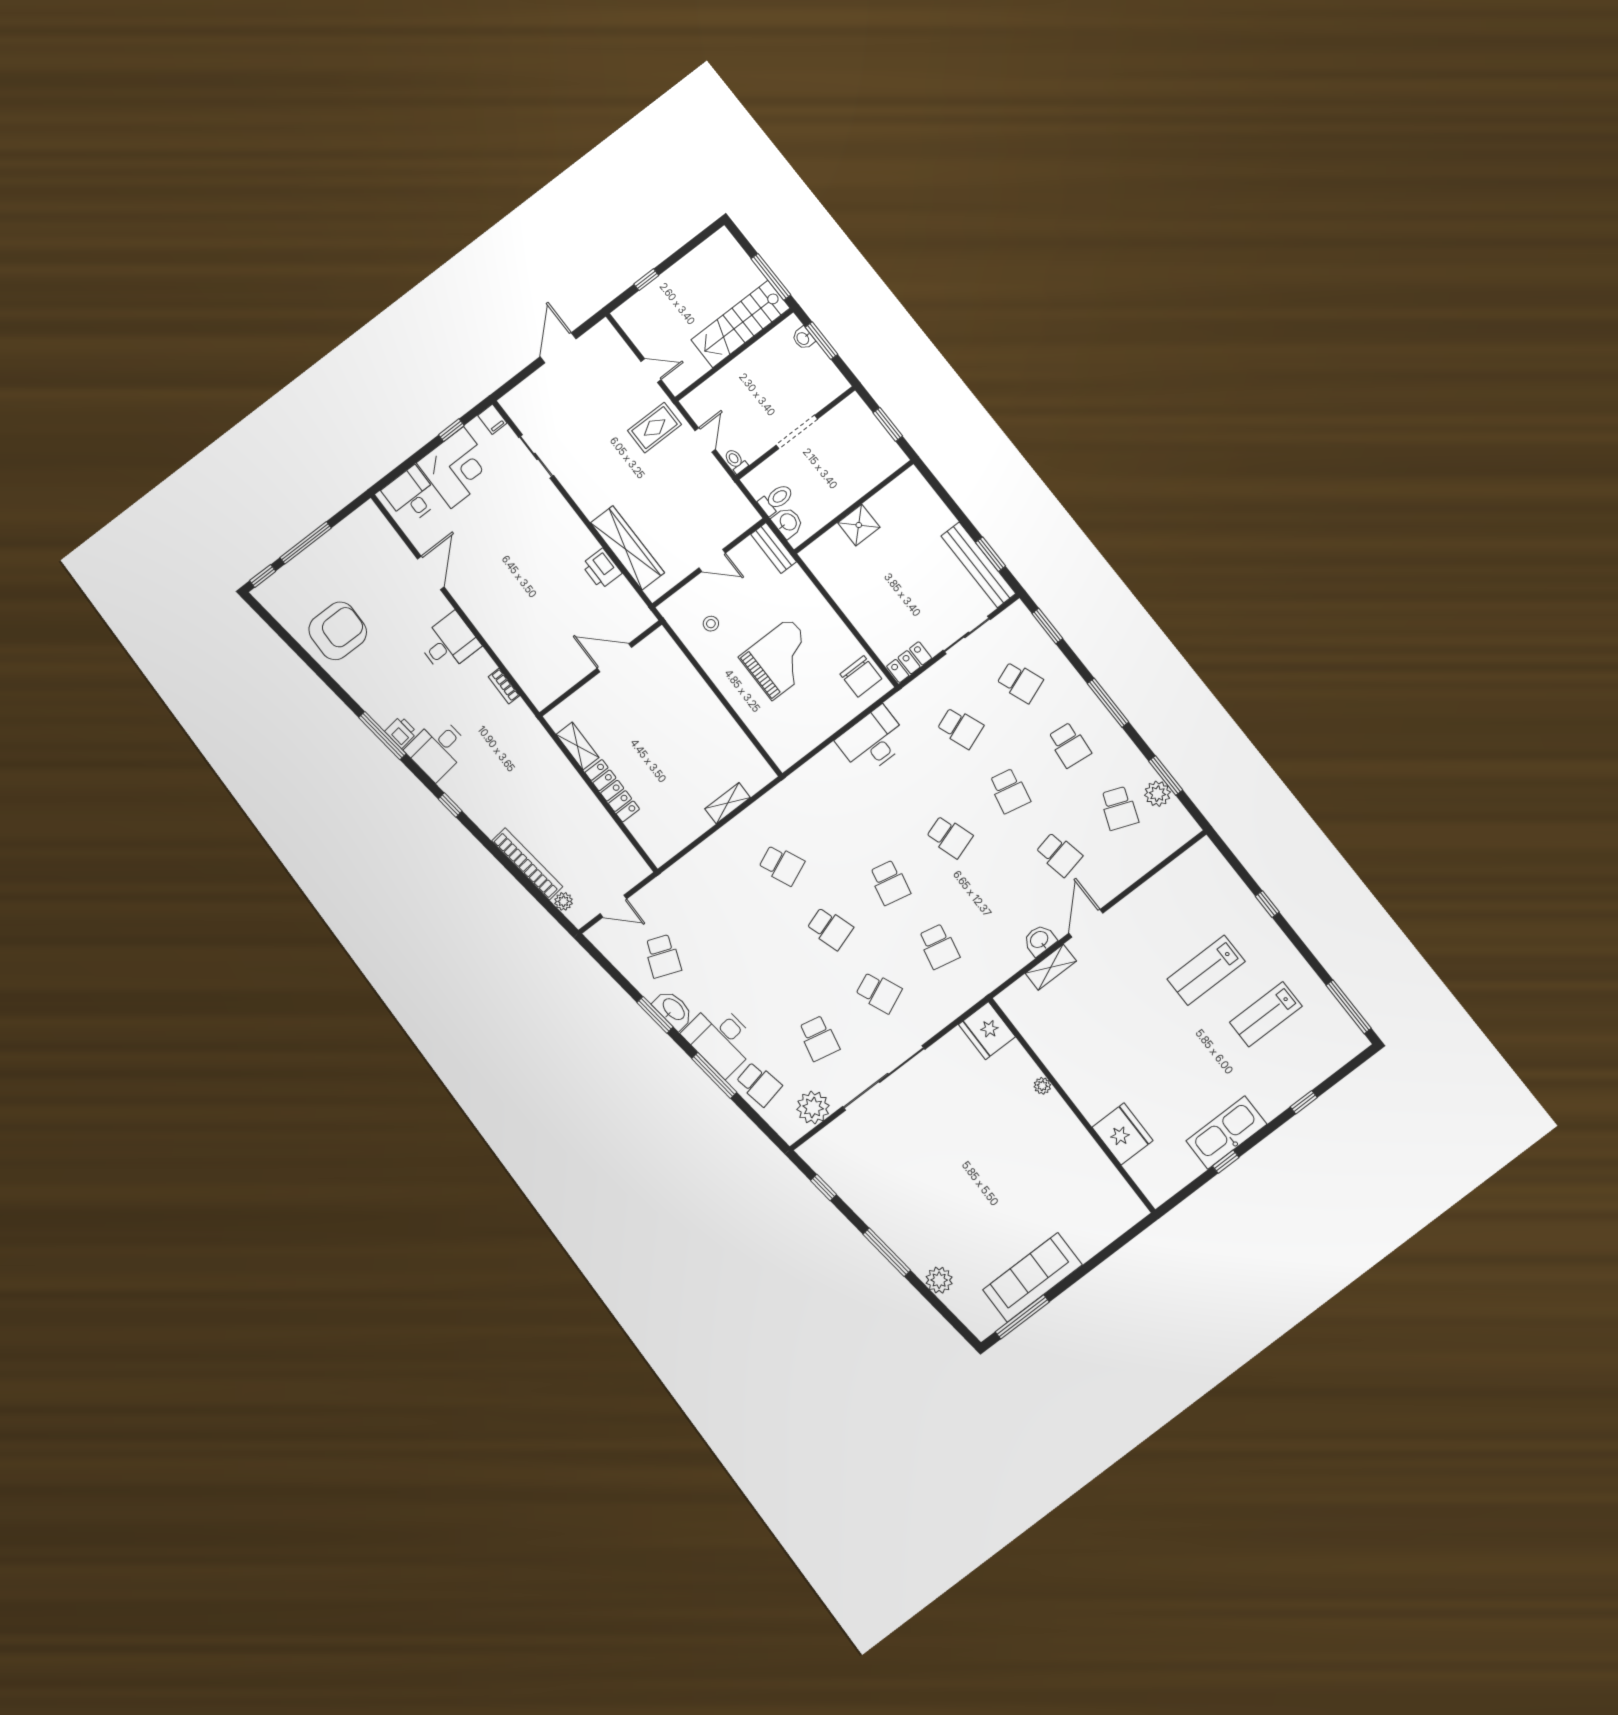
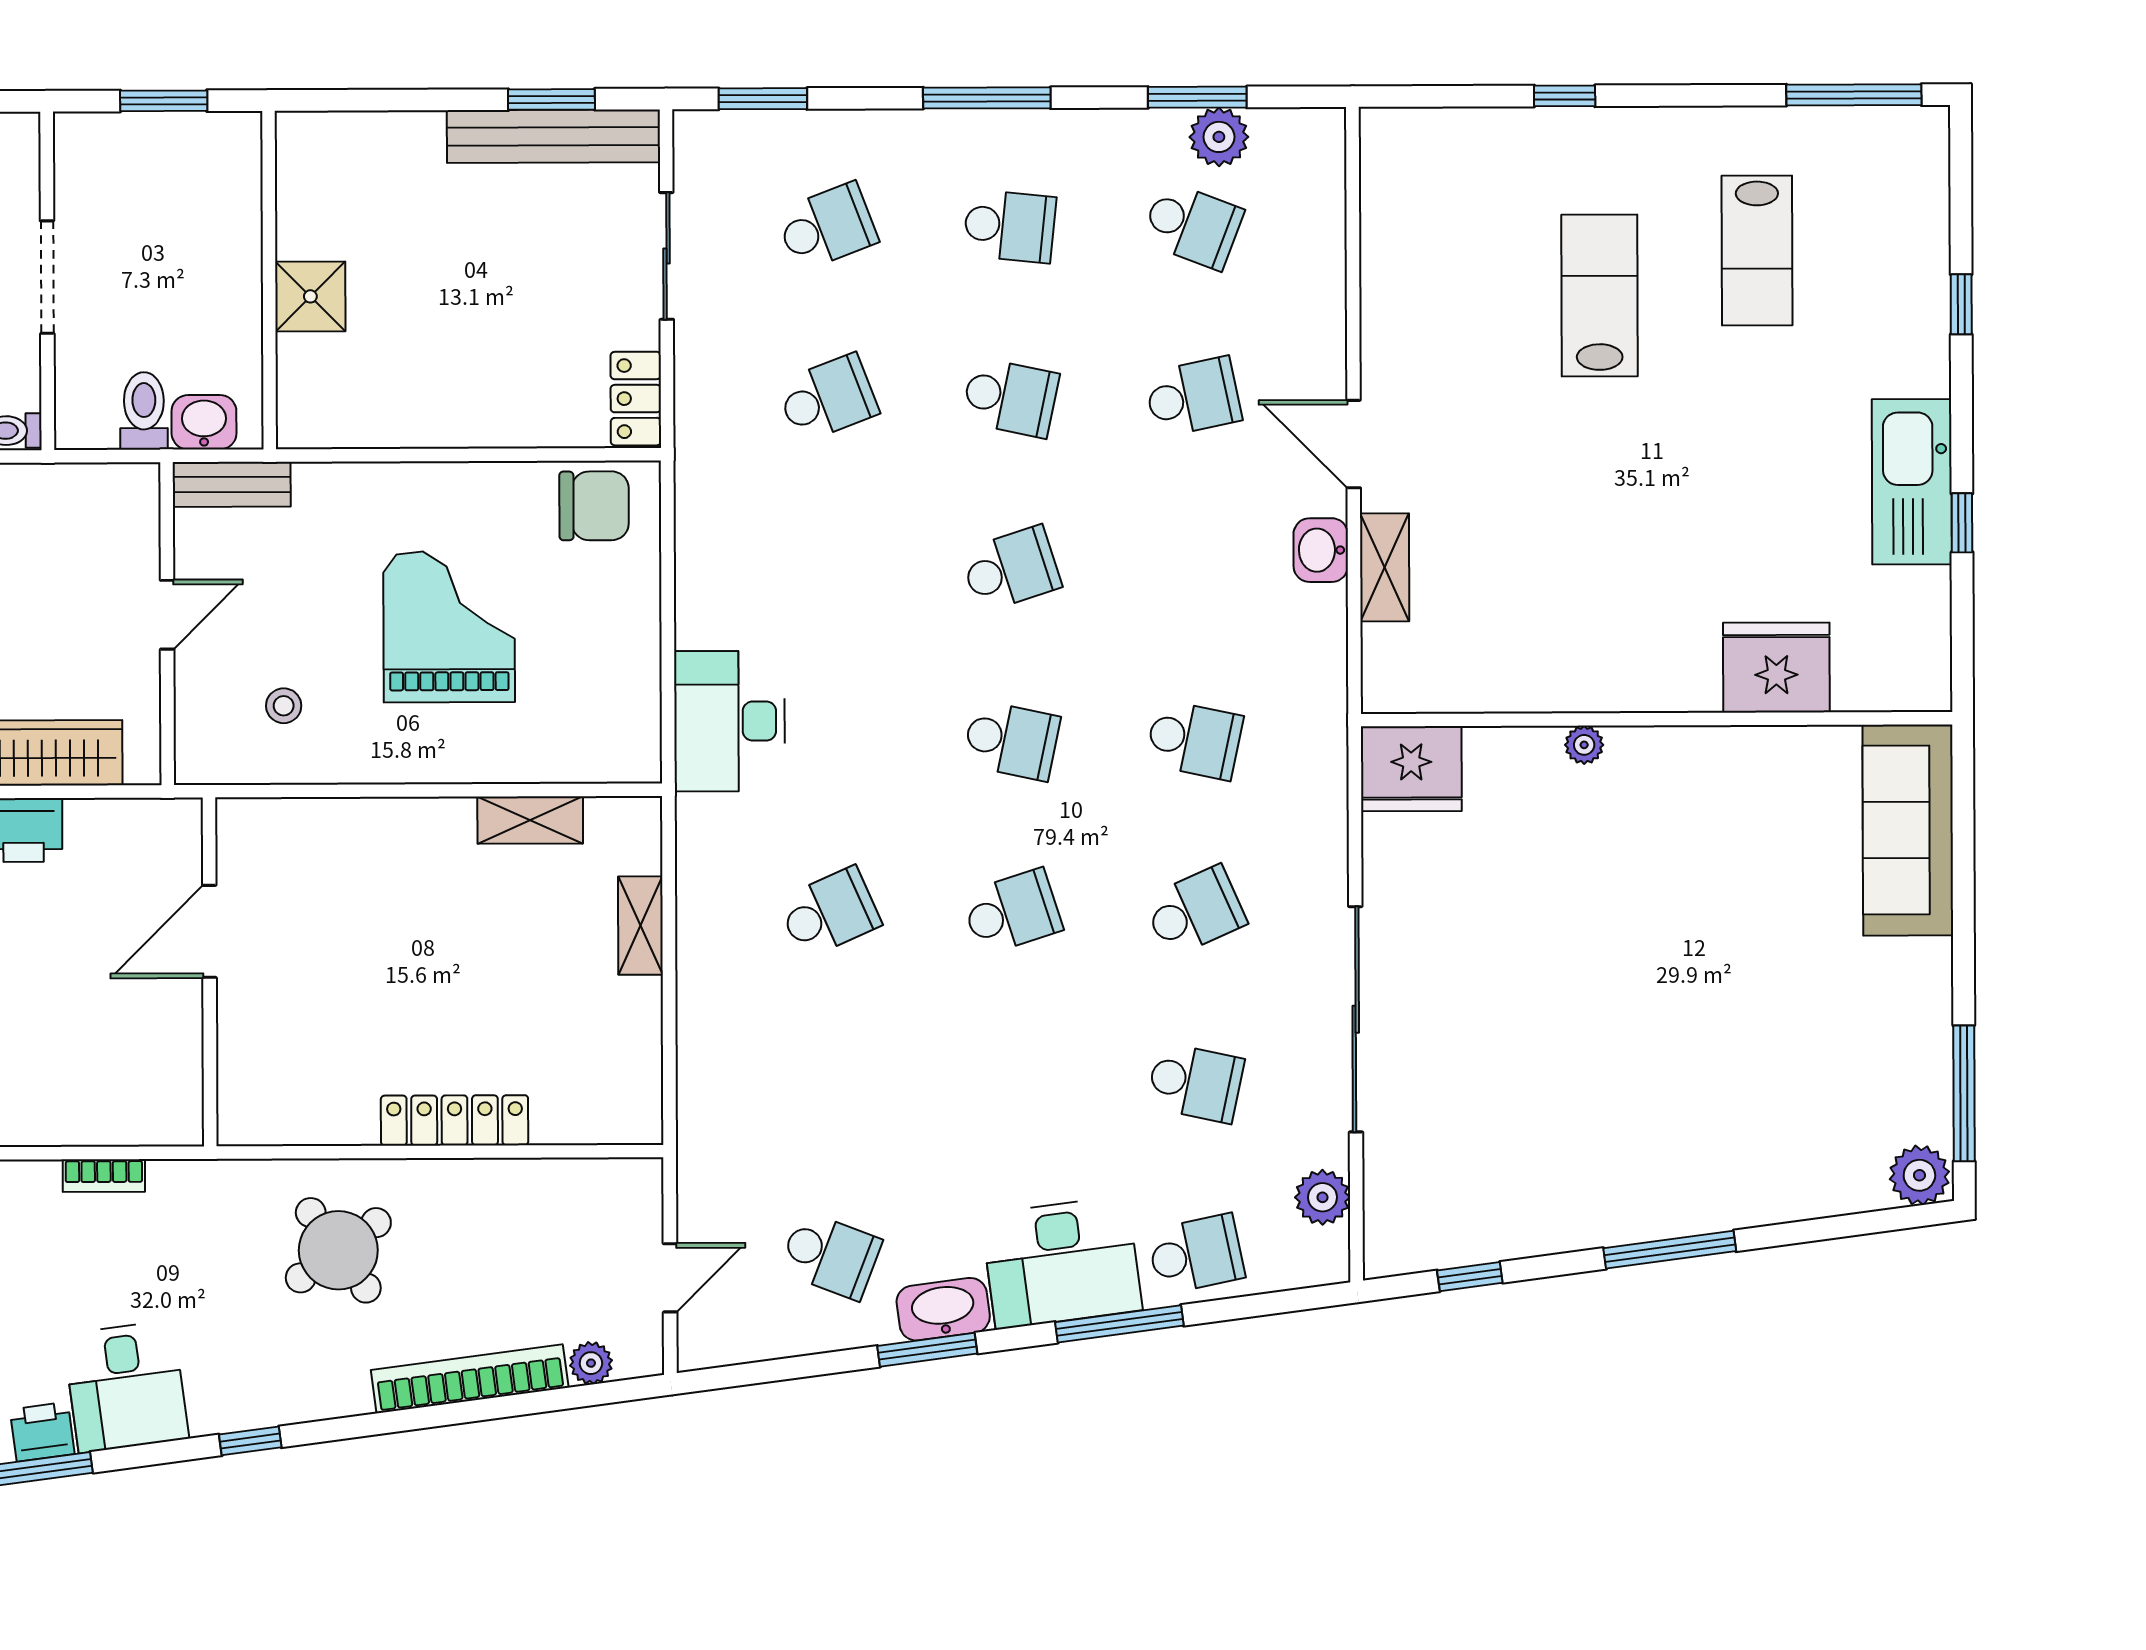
desk: (873, 741) -> (730, 721), moved
shelving: (578, 746) -> (530, 820), moved
round table: (538, 785) -> (338, 1250), added
lab bench: (1206, 970) -> (1599, 296), turned 180
plant: (813, 1107) -> (1322, 1197), width x0.73, depth x0.73
sofa: (1032, 1277) -> (1908, 830), moved
plant: (939, 1280) -> (1919, 1175), moved

